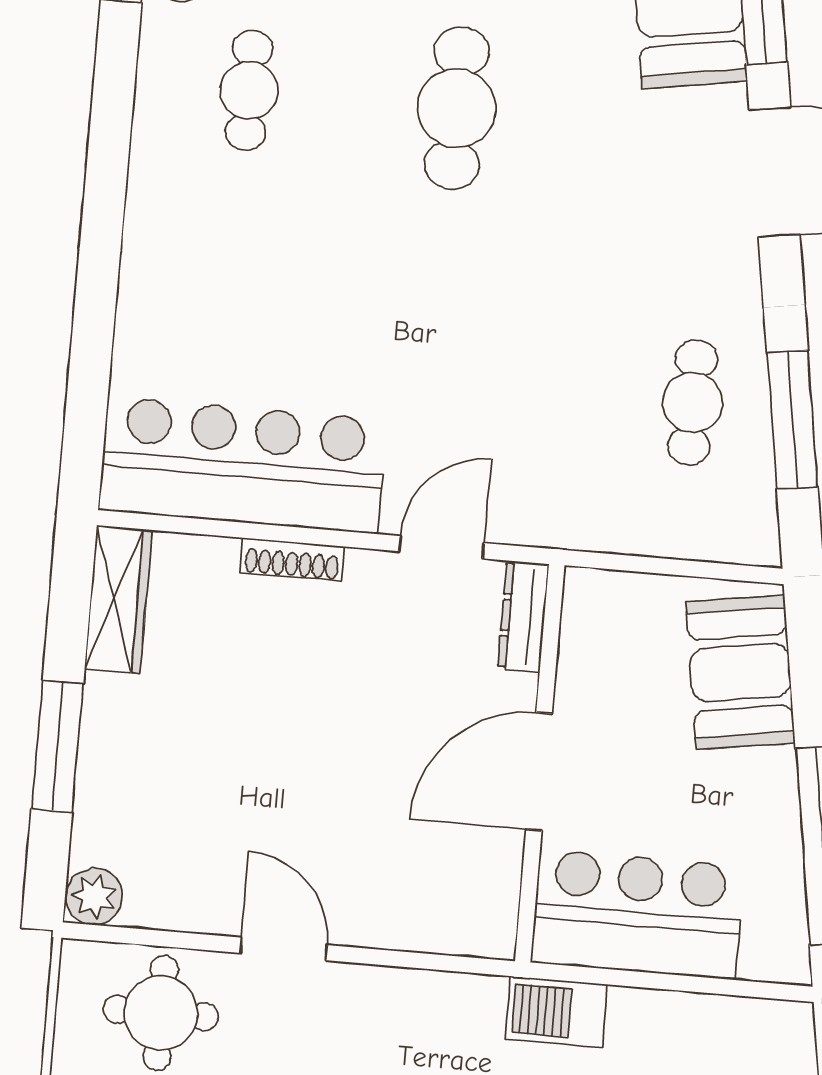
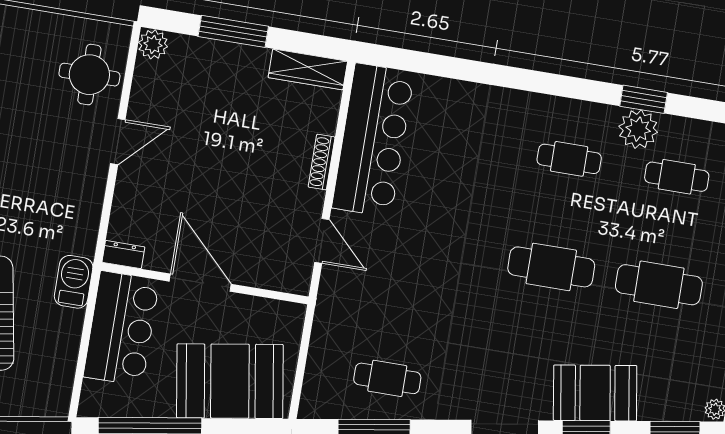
dresser: (523, 616) -> (123, 255), moved, width x0.70
booth: (740, 672) -> (230, 381), width x1.36, depth x1.42

